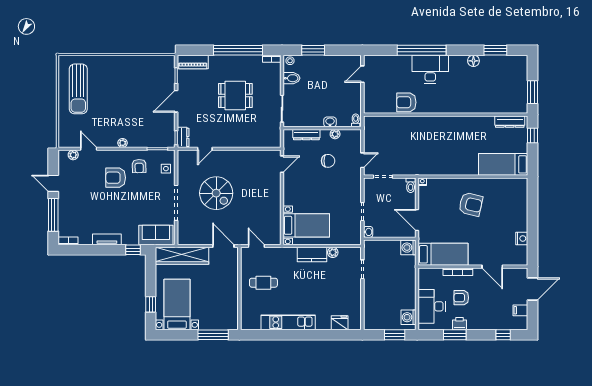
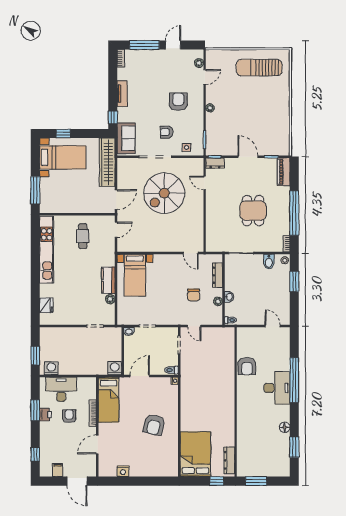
armchair: (406, 102) -> (247, 366), turned 180
bed: (503, 164) -> (195, 454), width x1.50
armchair: (139, 166) -> (167, 132), moved
spiral stairs: (216, 193) -> (164, 193), width x1.37, depth x1.37
kitchen unit: (288, 322) -> (47, 250), width x1.36

